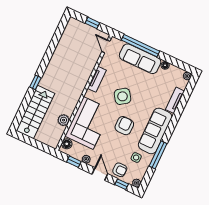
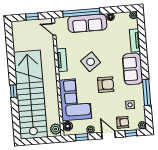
stairs: (35, 112) -> (30, 95), width x1.86, depth x1.51
plant: (64, 120) -> (56, 129), moved
armchair: (124, 126) -> (106, 85), turned 90
sofa: (155, 131) -> (133, 69), width x0.73

